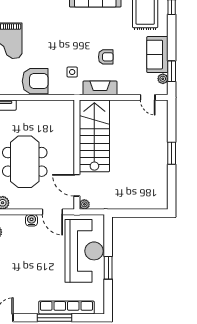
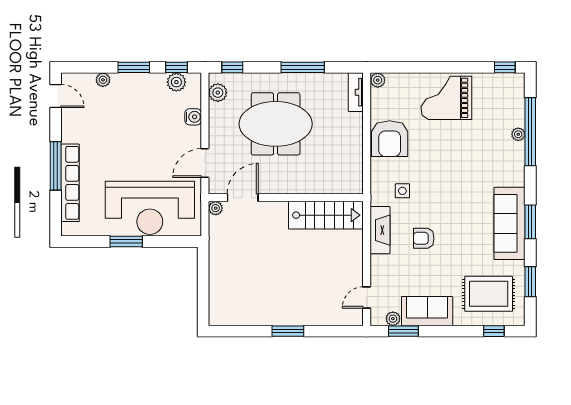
armchair: (106, 57) -> (424, 238), turned 90
stairs: (94, 136) -> (326, 215), width x0.73, depth x0.66
water cooler: (32, 220) -> (193, 117), moved

